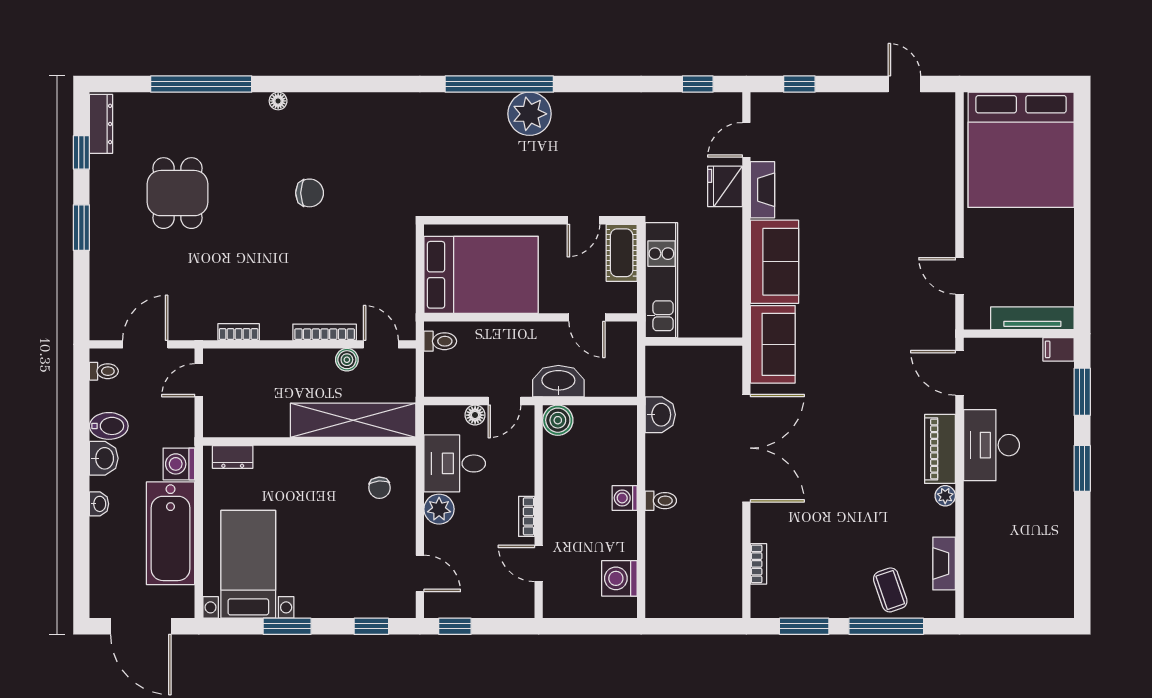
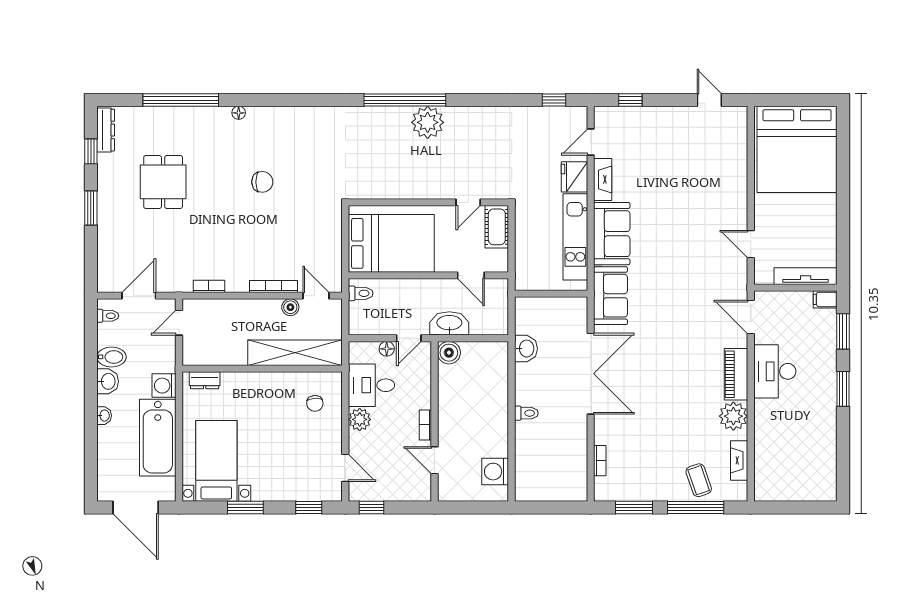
kitchen unit: (661, 280) -> (575, 237), moved, turned 180
plant: (945, 496) -> (733, 416), width x1.87, depth x1.87
washing machine: (625, 498) -> (499, 411), removed

